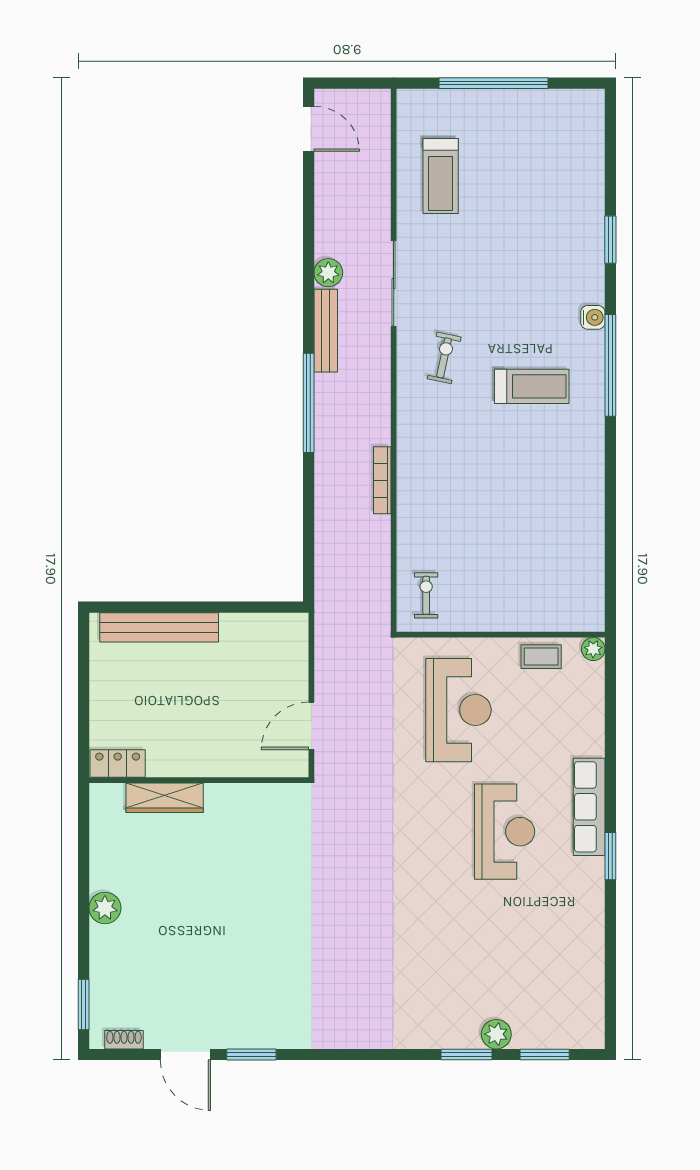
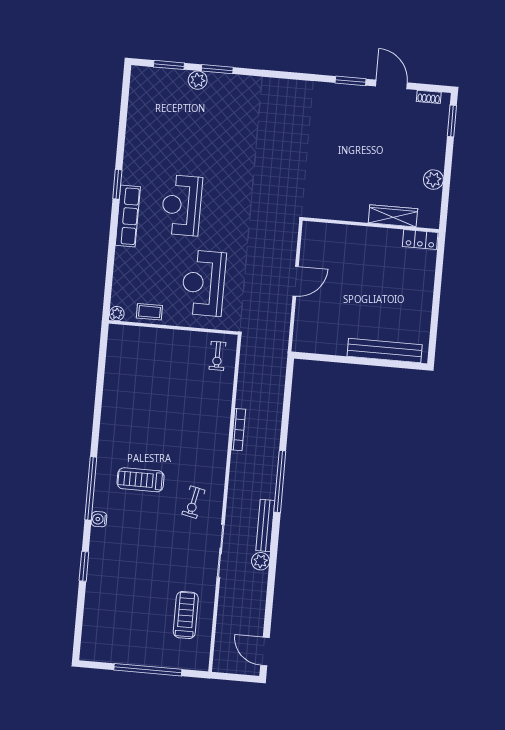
locker: (118, 764) -> (420, 240), moved
wall: (199, 780) -> (371, 225), moved
wardrobe: (165, 798) -> (393, 216), moved

